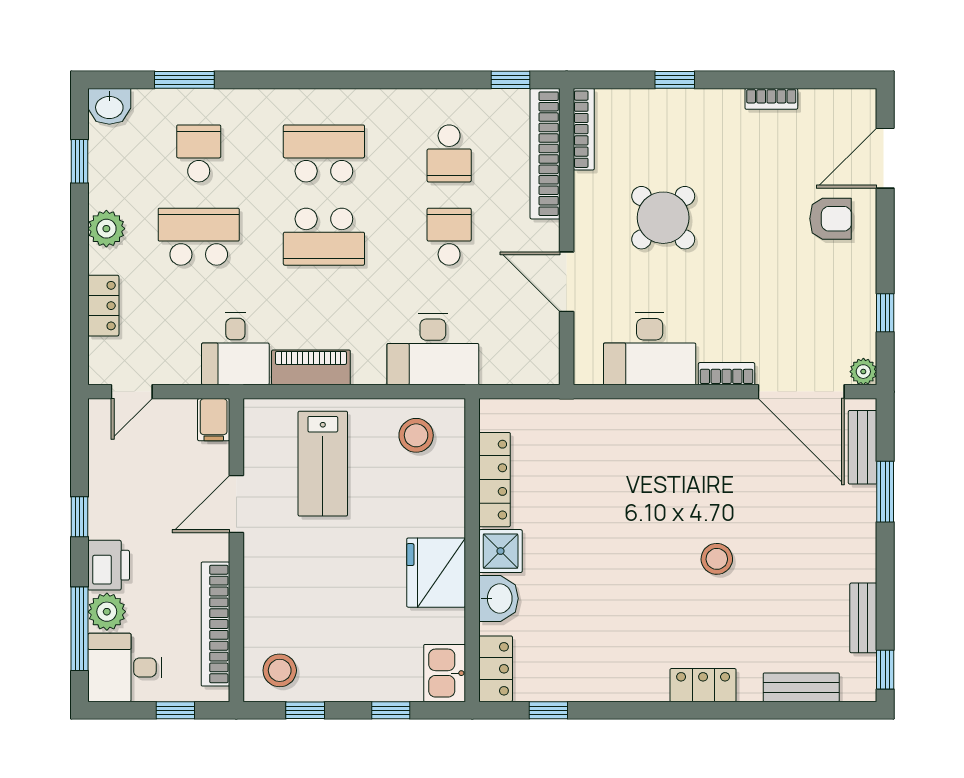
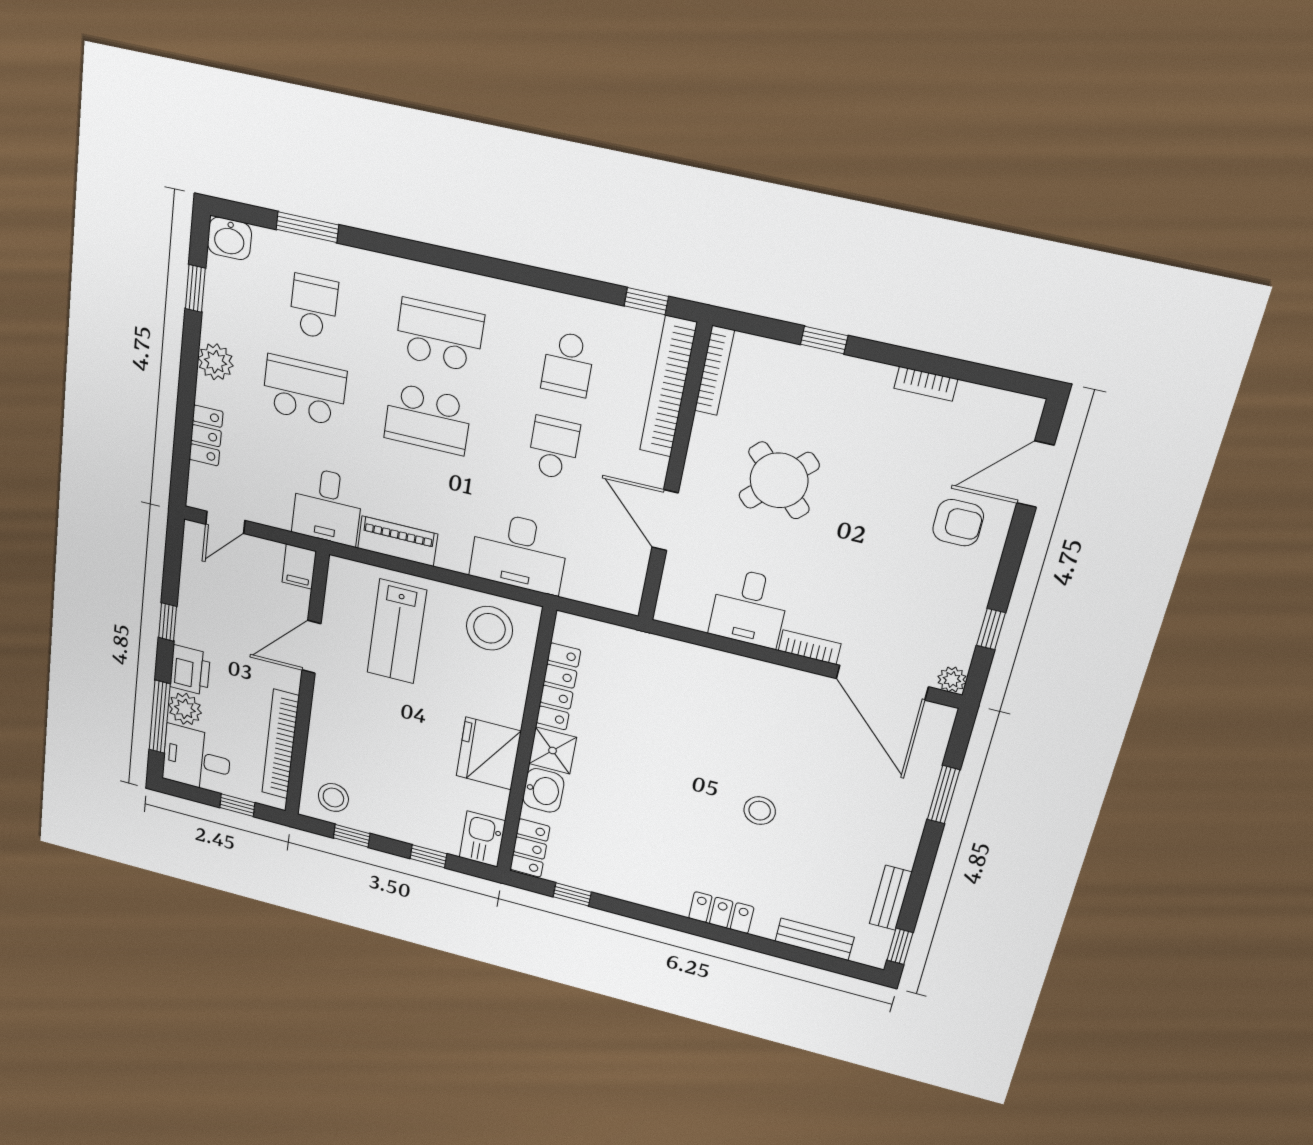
desk: (650, 349) -> (749, 608), width x0.73
stool: (416, 435) -> (489, 628), width x1.38, depth x1.38
bench: (863, 447) -> (932, 749), removed

